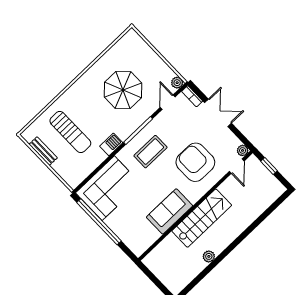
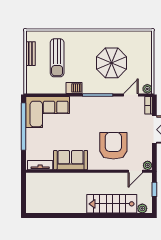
coffee table: (150, 152) -> (93, 114), removed
stairs: (202, 218) -> (112, 204), moved, turned 180
tv unit: (147, 242) -> (40, 165), added
plant: (209, 256) -> (142, 208), moved

